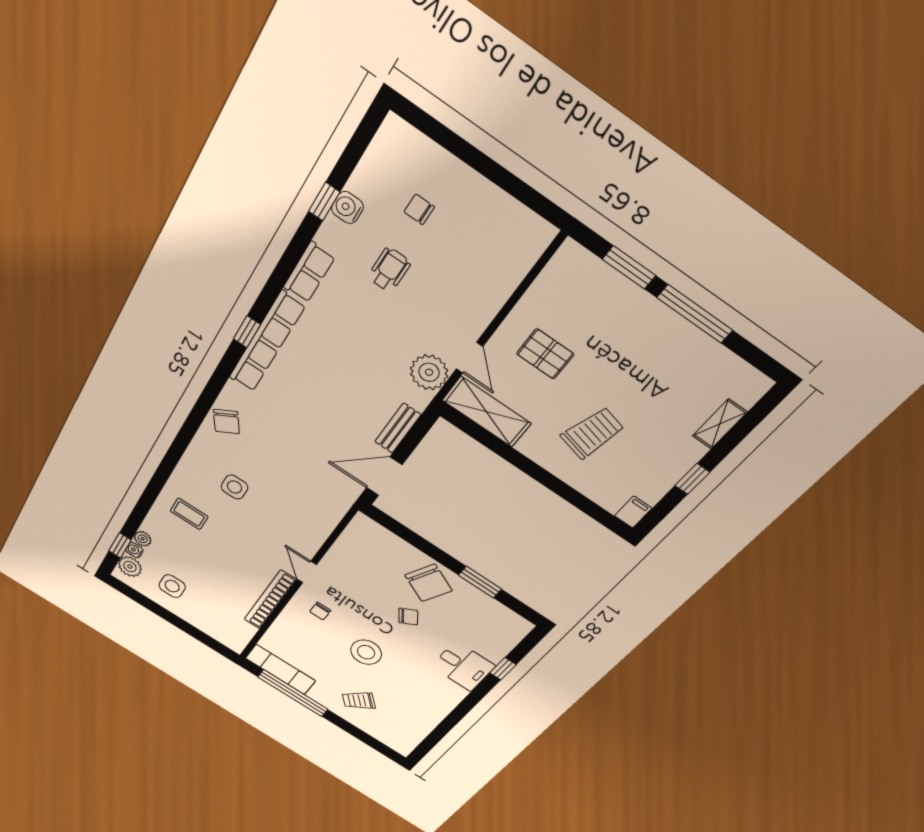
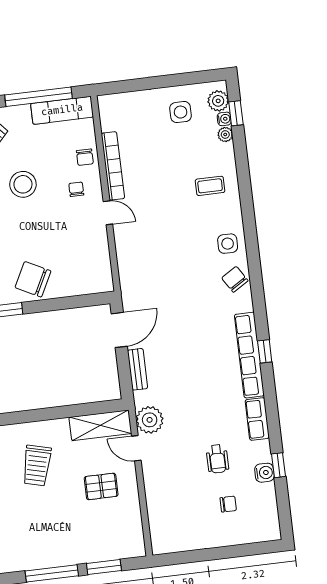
side table: (235, 487) -> (228, 244), moved
chair: (408, 617) -> (85, 157), moved, turned -58

